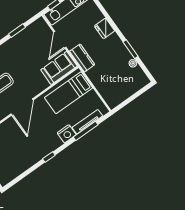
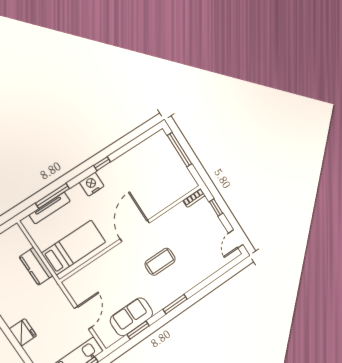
kitchen counter: (82, 58) -> (36, 266), moved
sofa: (59, 68) -> (131, 317), moved, turned 180
nightstand: (67, 134) -> (92, 184), moved

